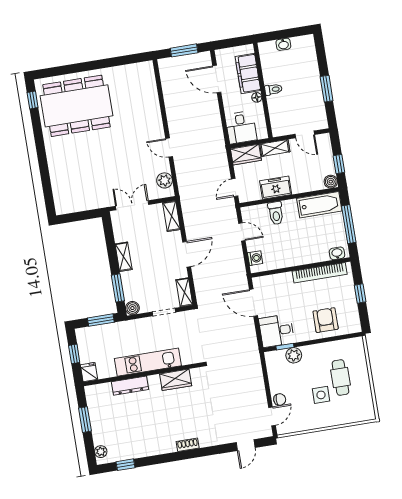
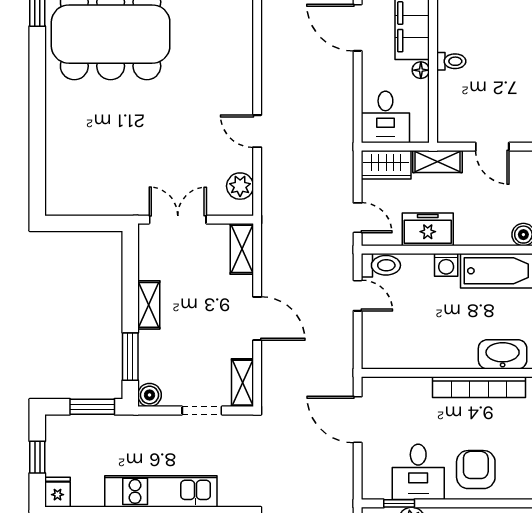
door: (235, 187) -> (358, 218), swing flipped
toilet: (276, 213) -> (381, 265), moved, turned -90
washbasin: (337, 253) -> (503, 354), width x1.91, depth x1.45
door: (187, 254) -> (257, 318), hinge flipped
washing machine: (255, 258) -> (446, 265), moved, turned 90
desk: (277, 331) -> (418, 472), moved, turned -90

